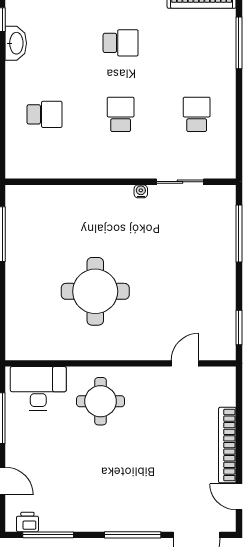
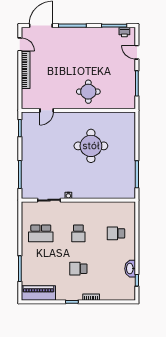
school desk: (197, 114) -> (41, 233), width x1.85
desk: (38, 388) -> (119, 98), removed

